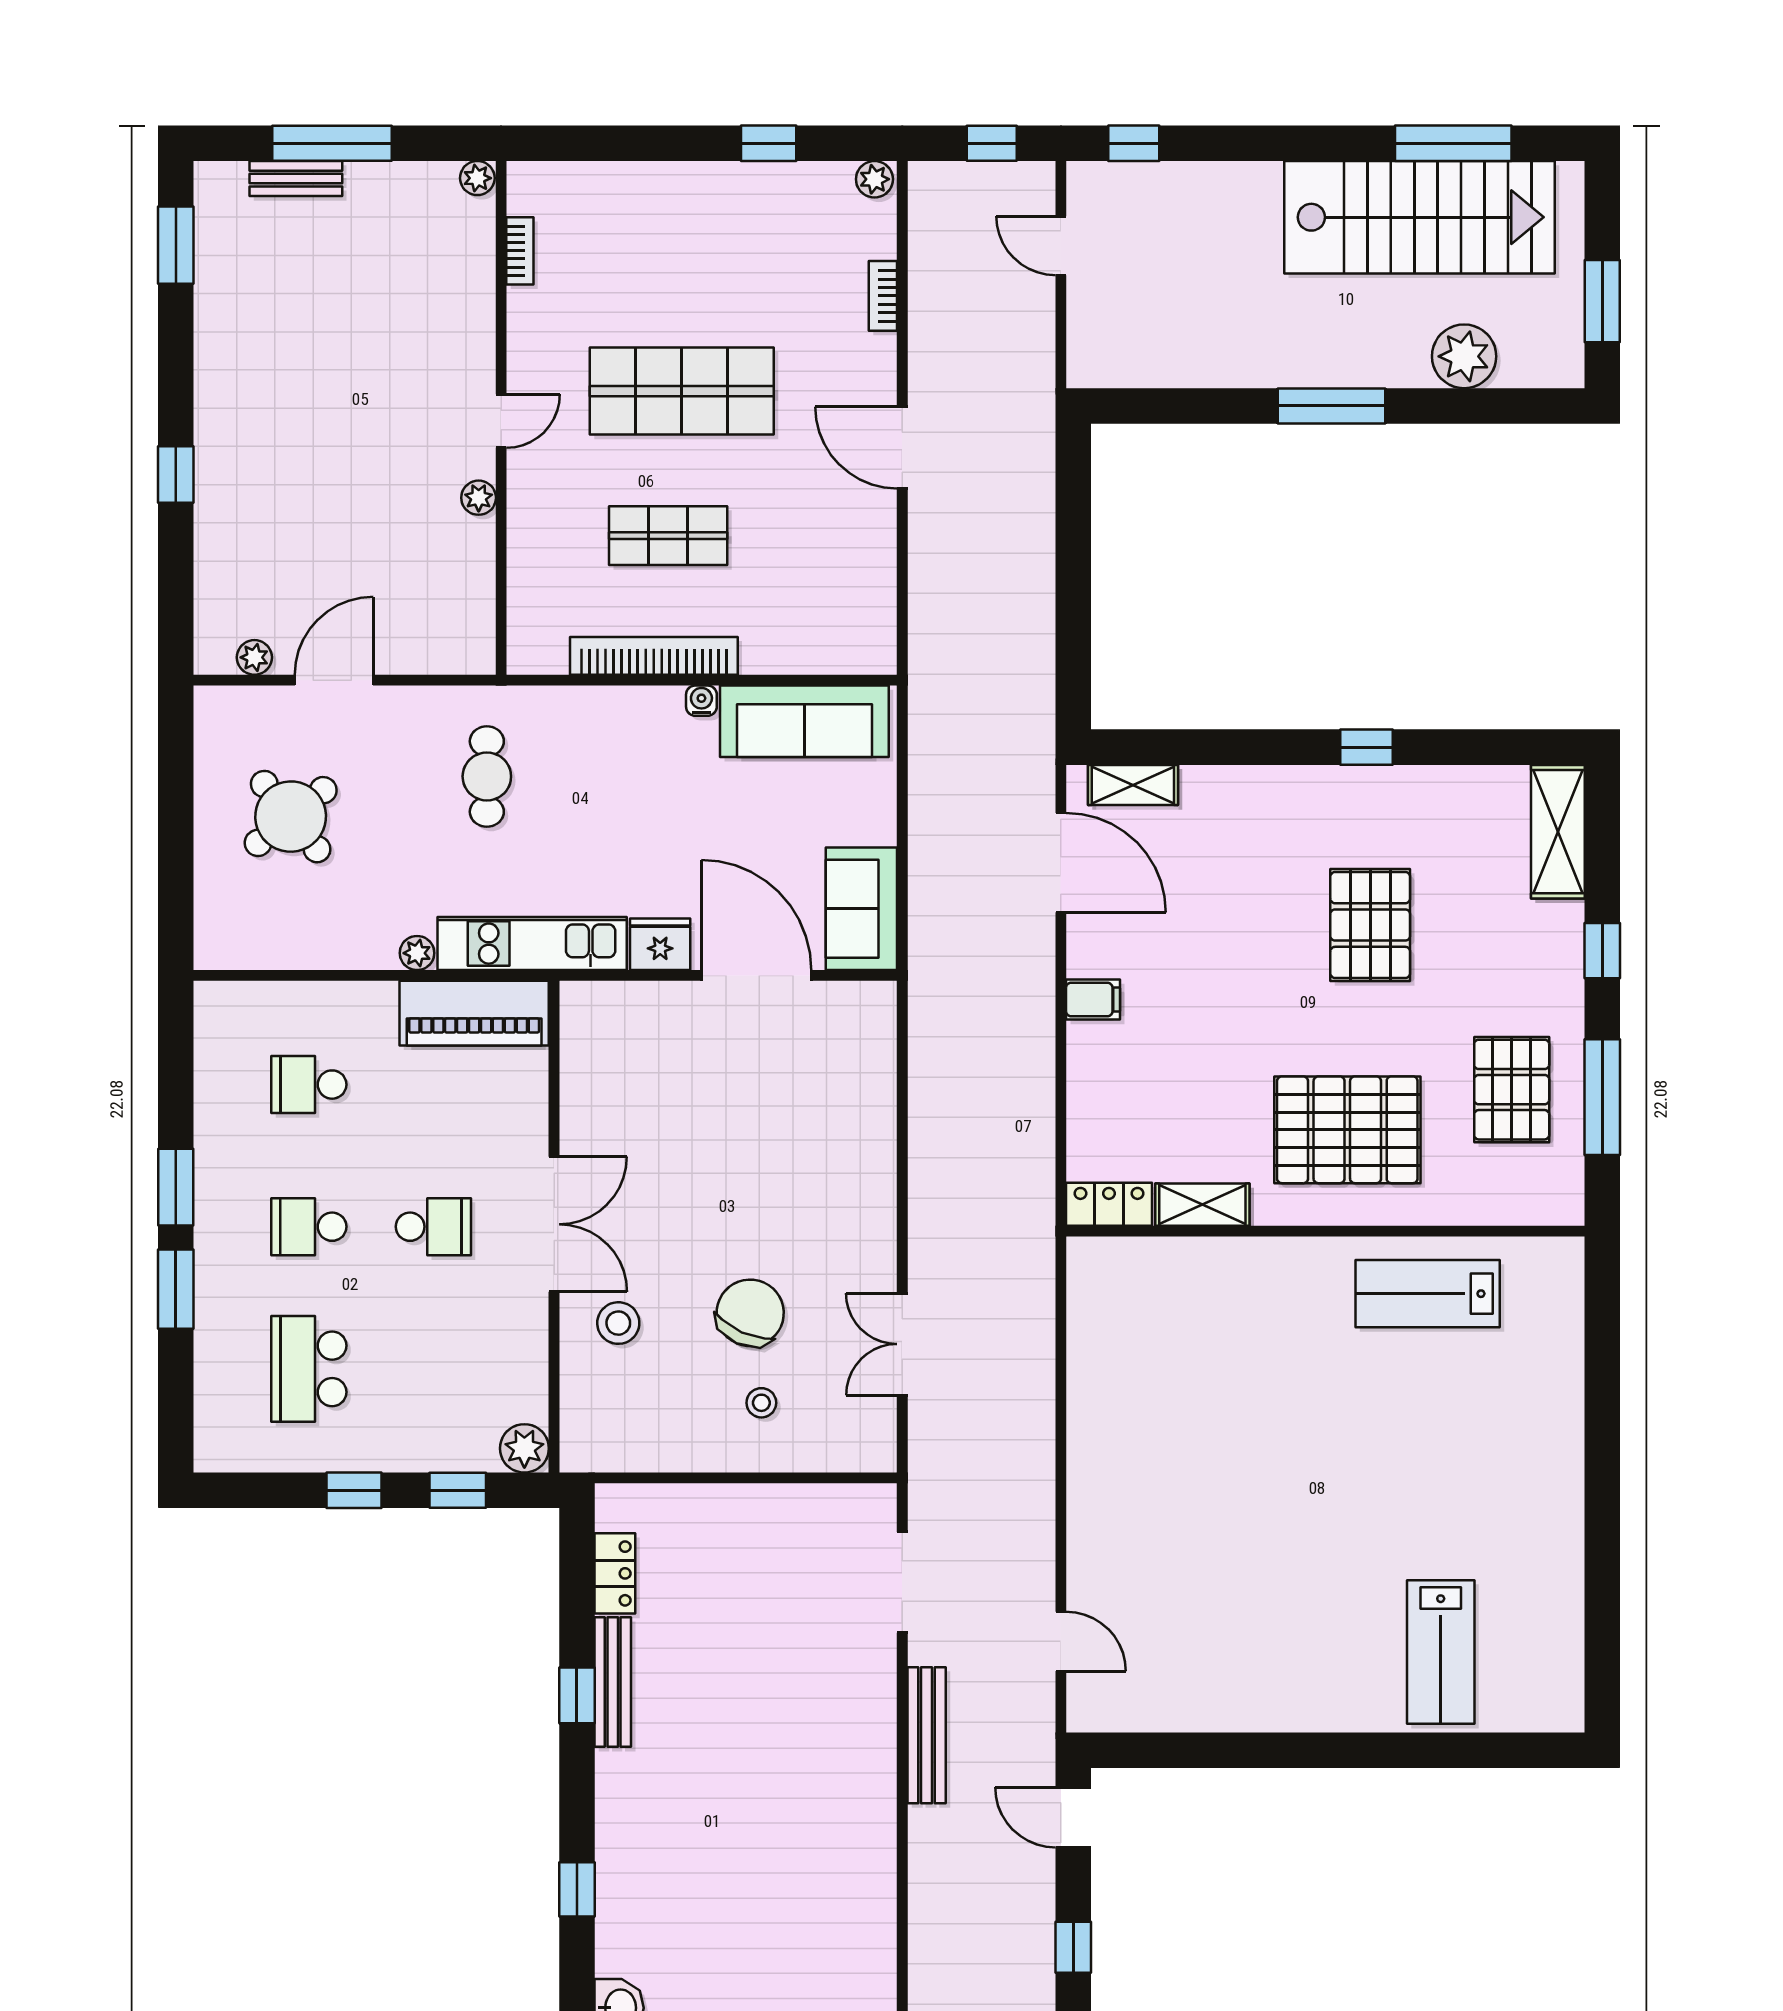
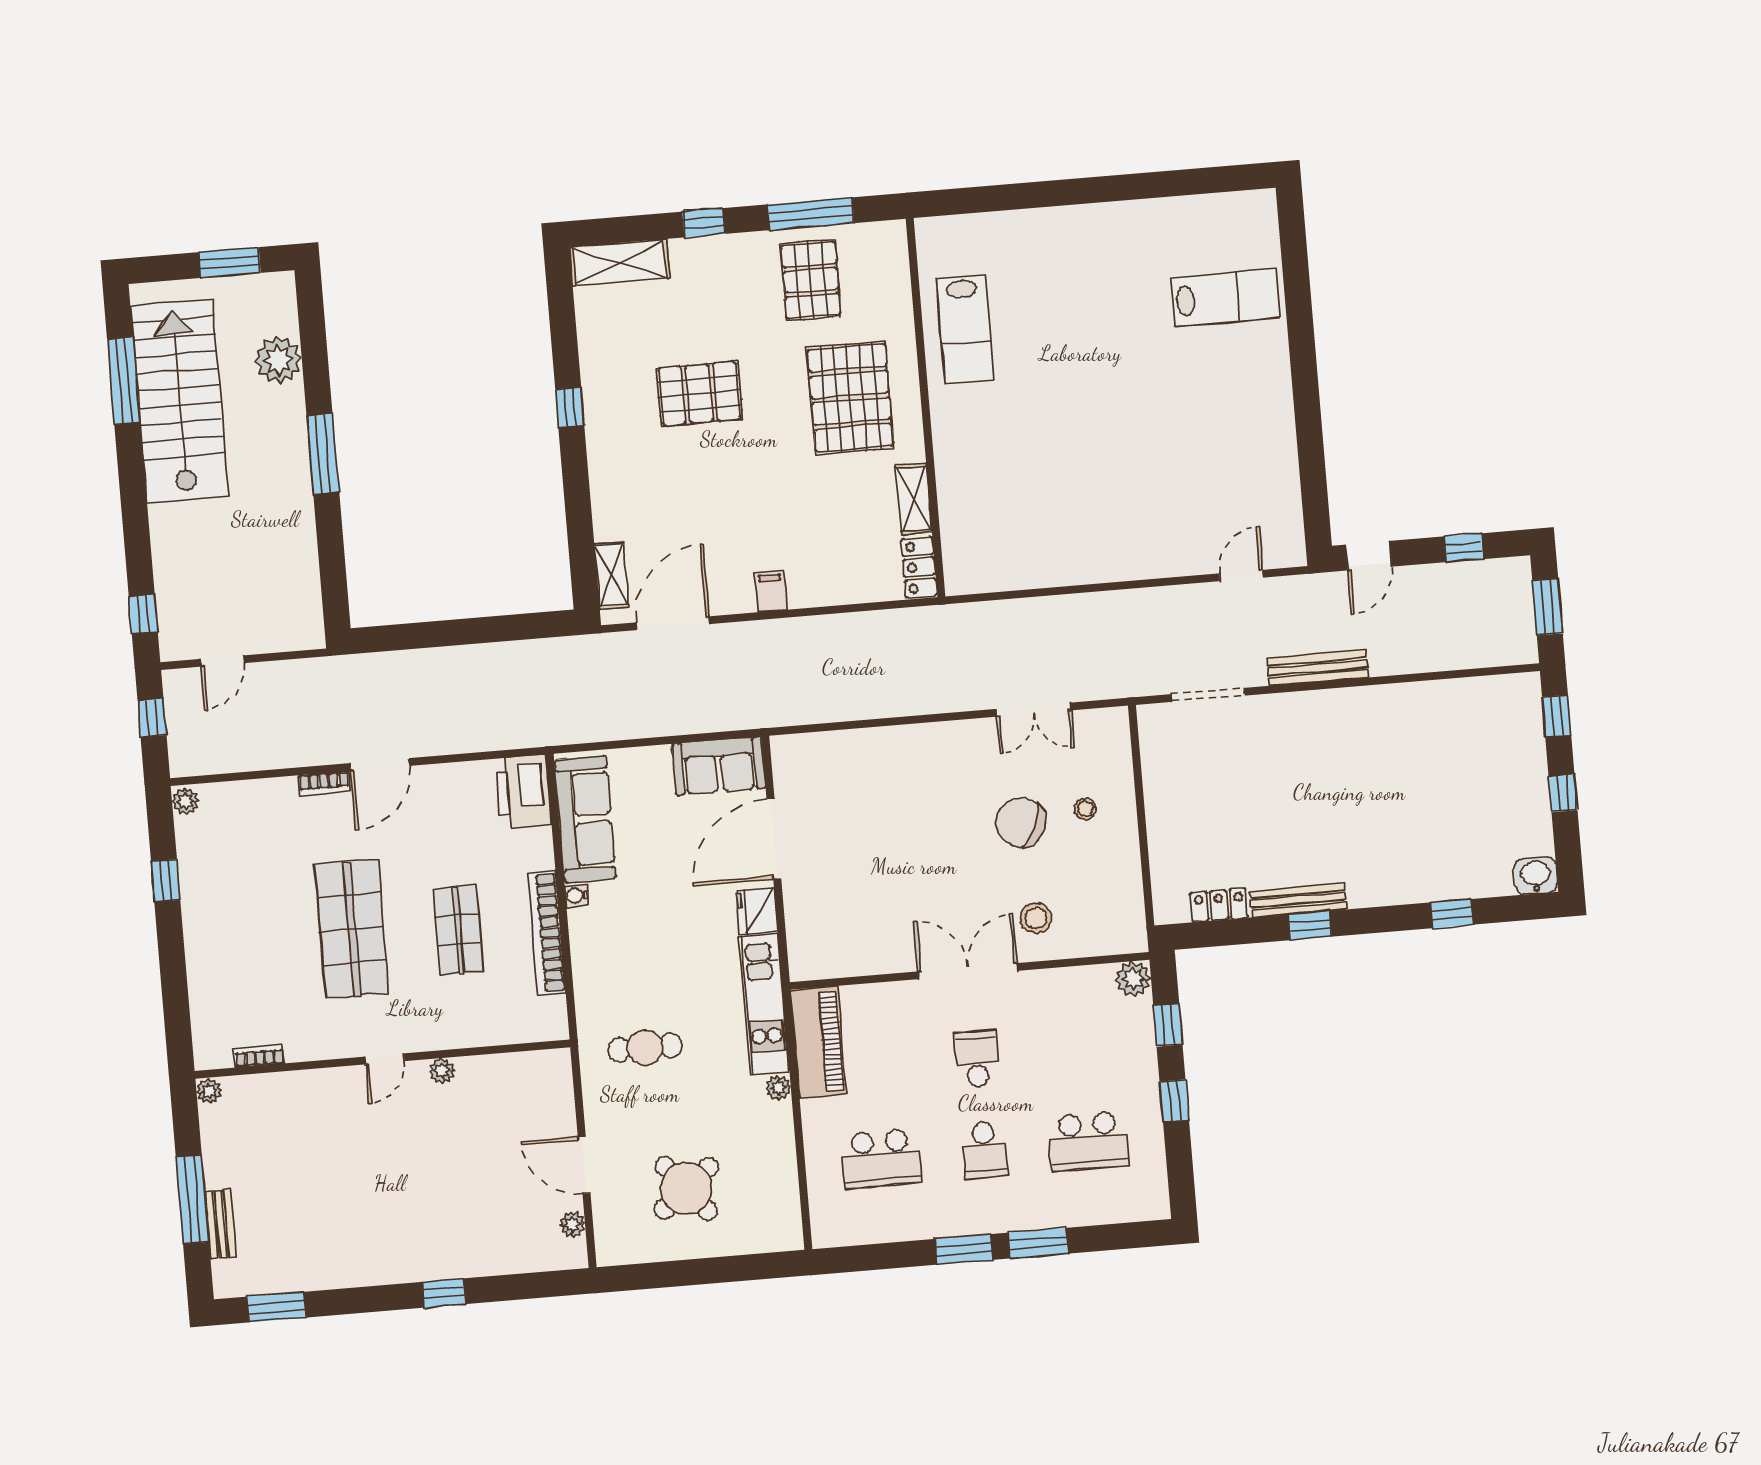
bookcase: (883, 296) -> (324, 783), moved
door: (501, 421) -> (385, 1059), swing flipped
printer: (849, 640) -> (523, 792), added
school desk: (309, 1085) -> (881, 1159), width x1.85
pallet: (1512, 1090) -> (811, 280), turned 90

